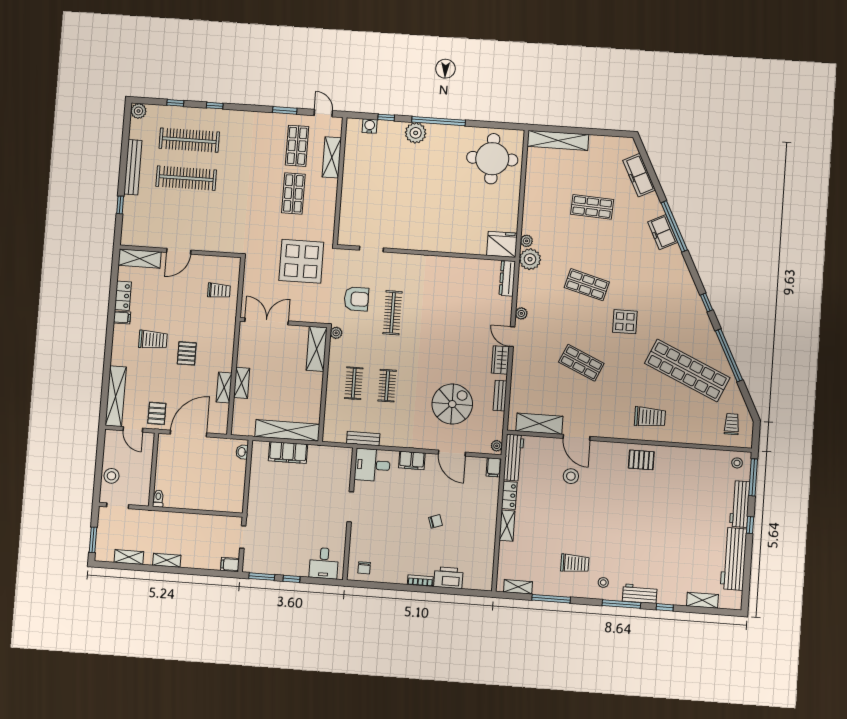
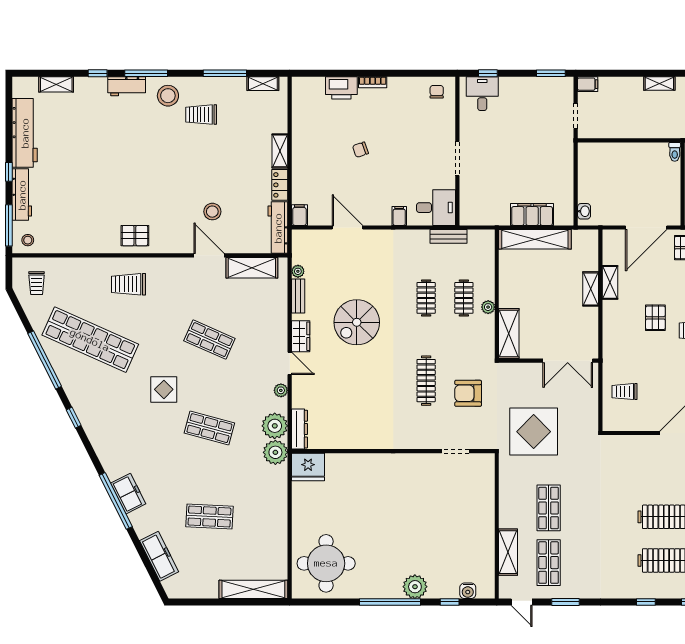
plant: (527, 241) -> (275, 426), moved, width x1.87, depth x1.87
plant: (336, 333) -> (488, 307), moved
spiral stairs: (452, 404) -> (357, 322), moved
plant: (497, 446) -> (298, 271), moved
filing cabinet: (412, 460) -> (399, 216), width x0.50
window: (291, 579) -> (488, 73), moved
stool: (603, 582) -> (168, 96), width x1.89, depth x1.89

